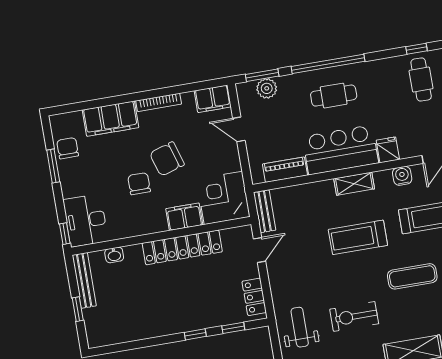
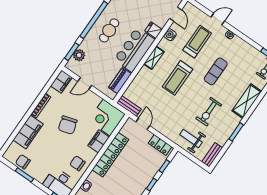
chair: (139, 184) -> (78, 163), moved

